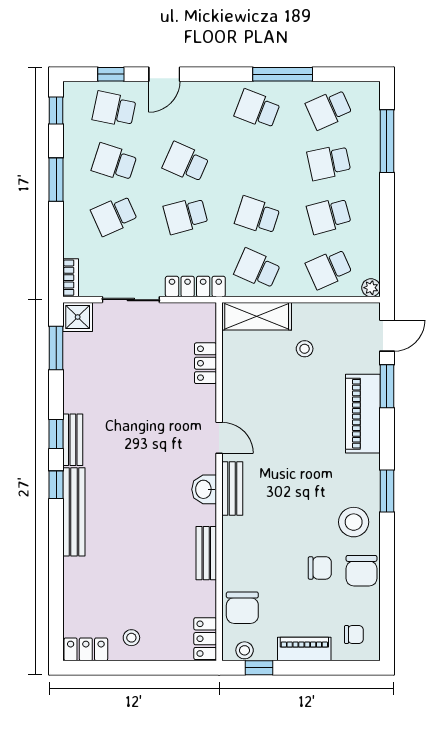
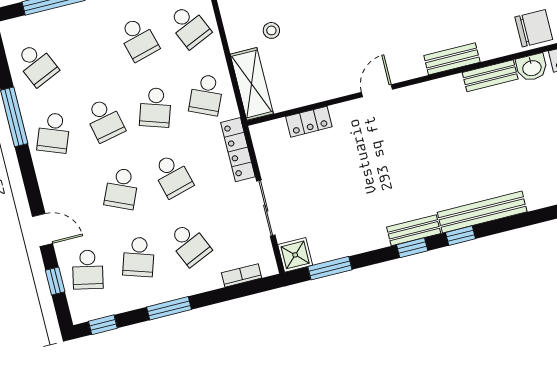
school desk: (329, 162) -> (105, 120), moved
bookcase: (71, 278) -> (242, 275), moved
washbasin: (204, 489) -> (532, 67), moved
bench: (232, 489) -> (452, 59), moved

